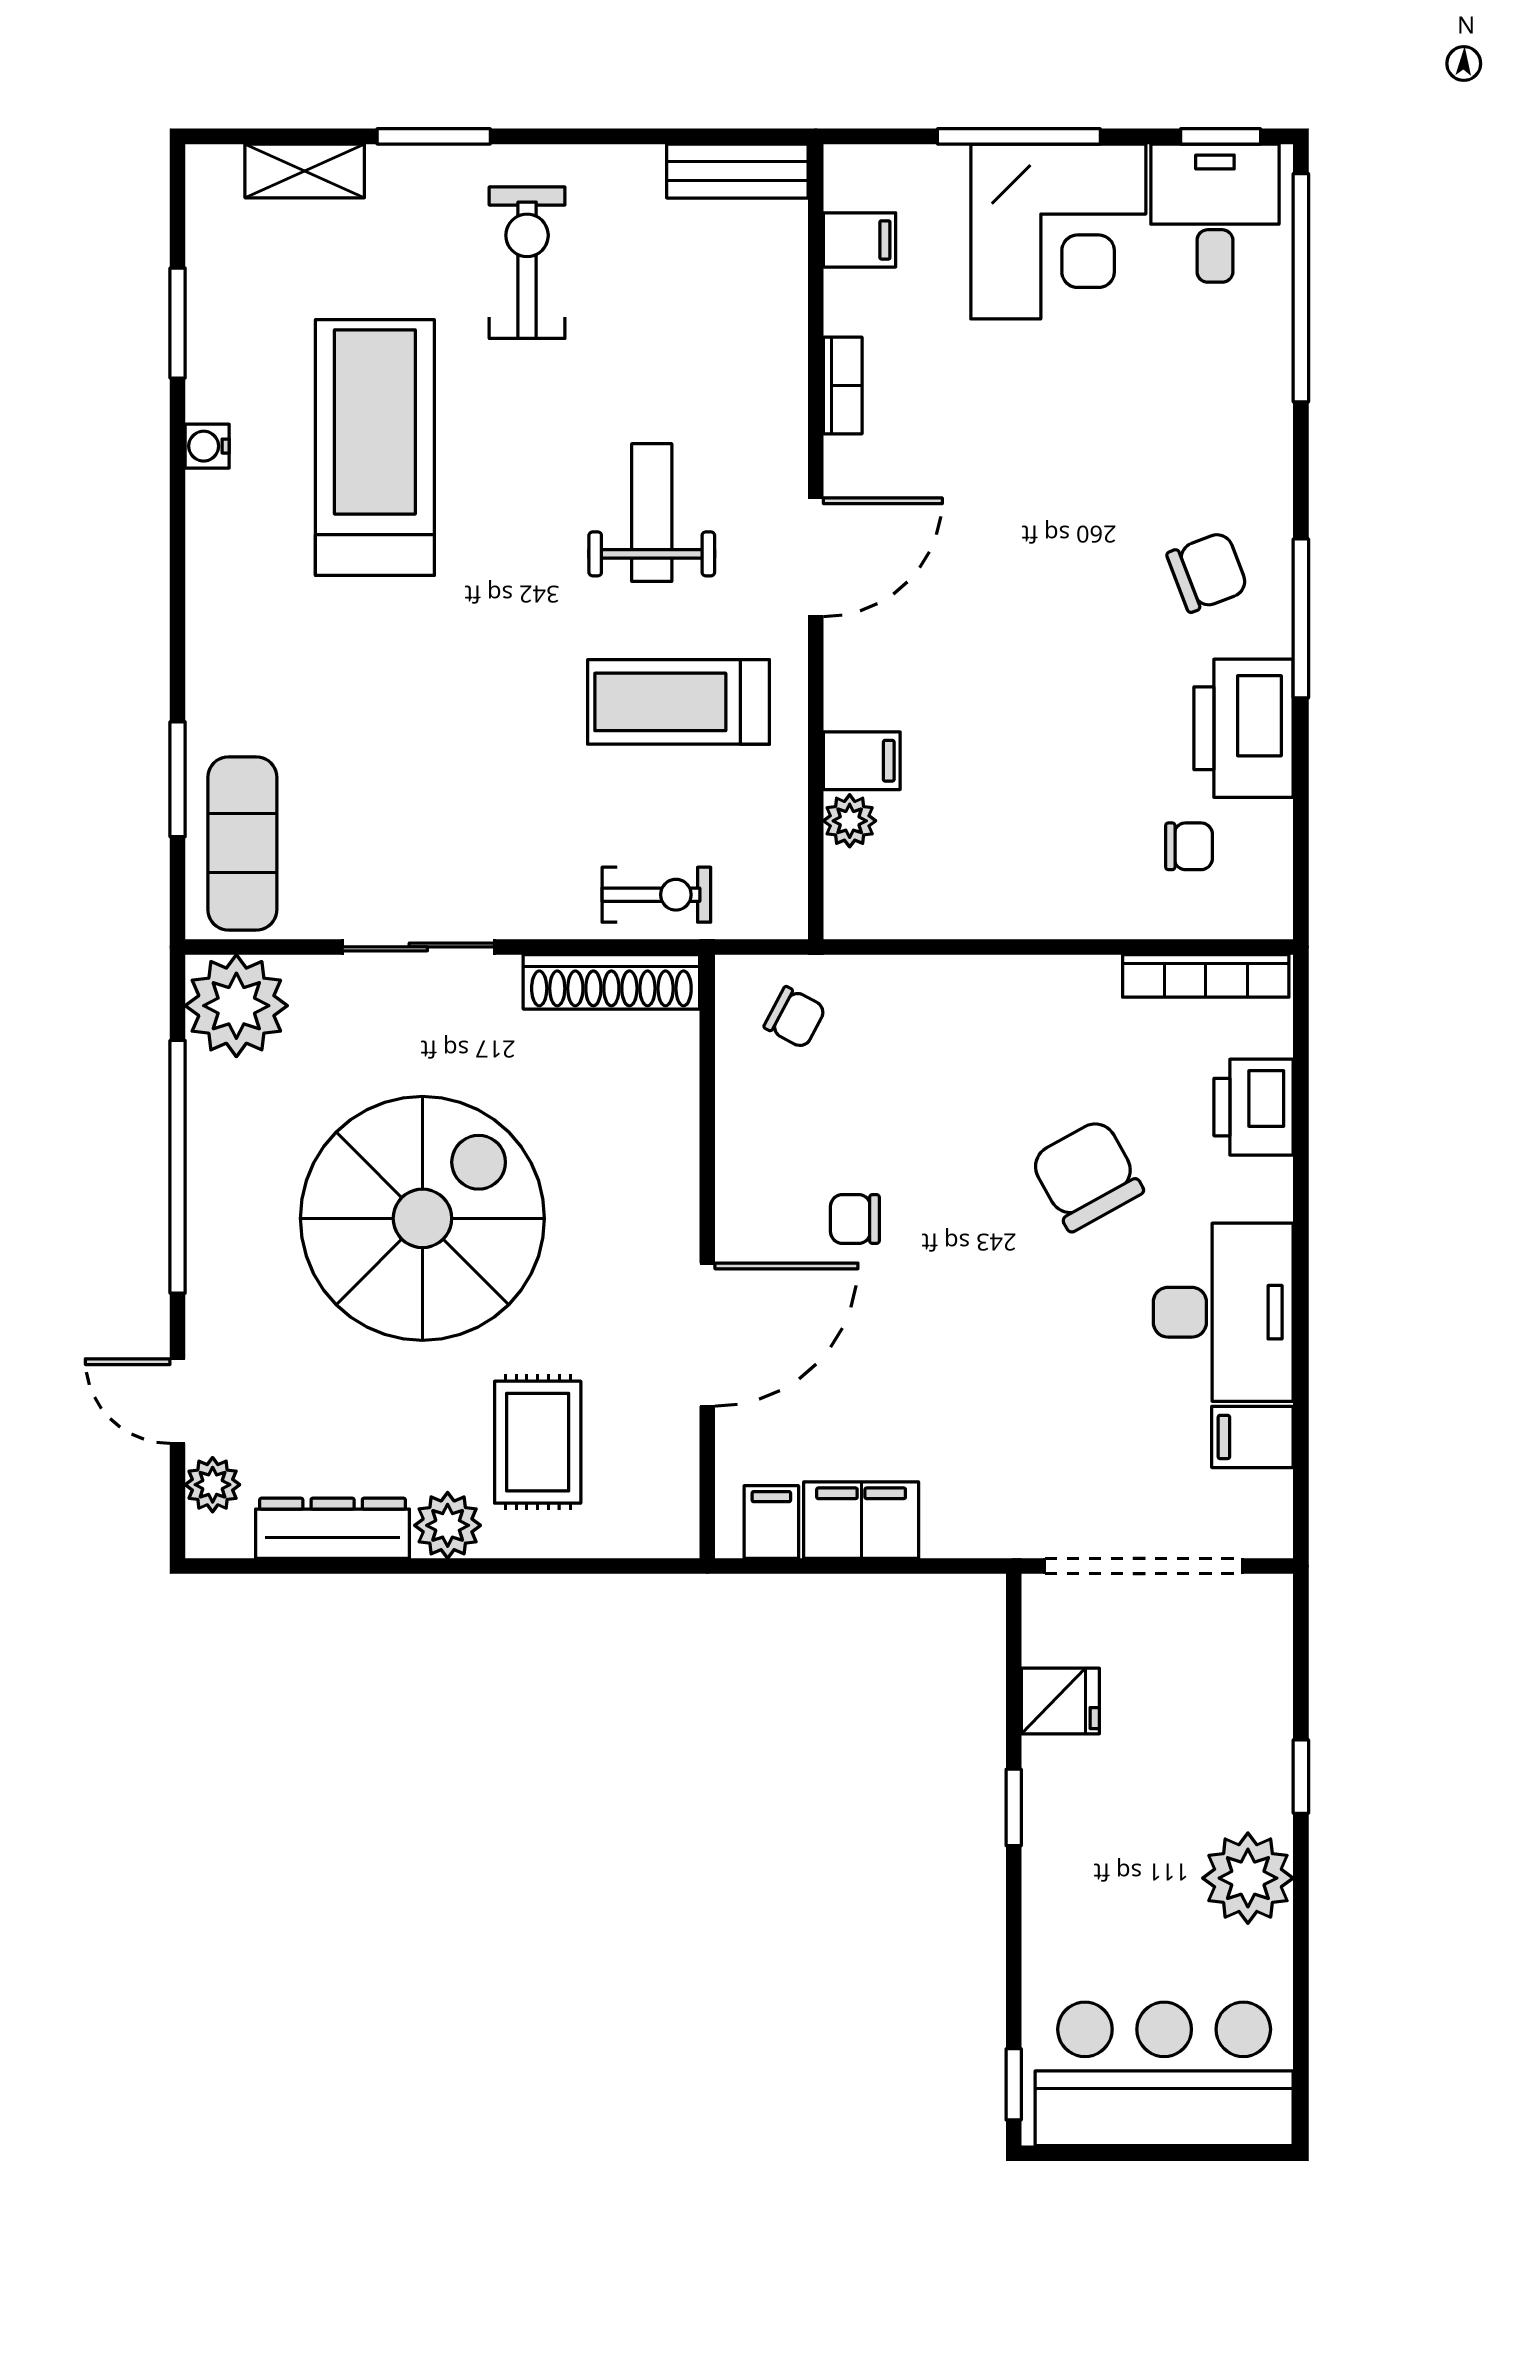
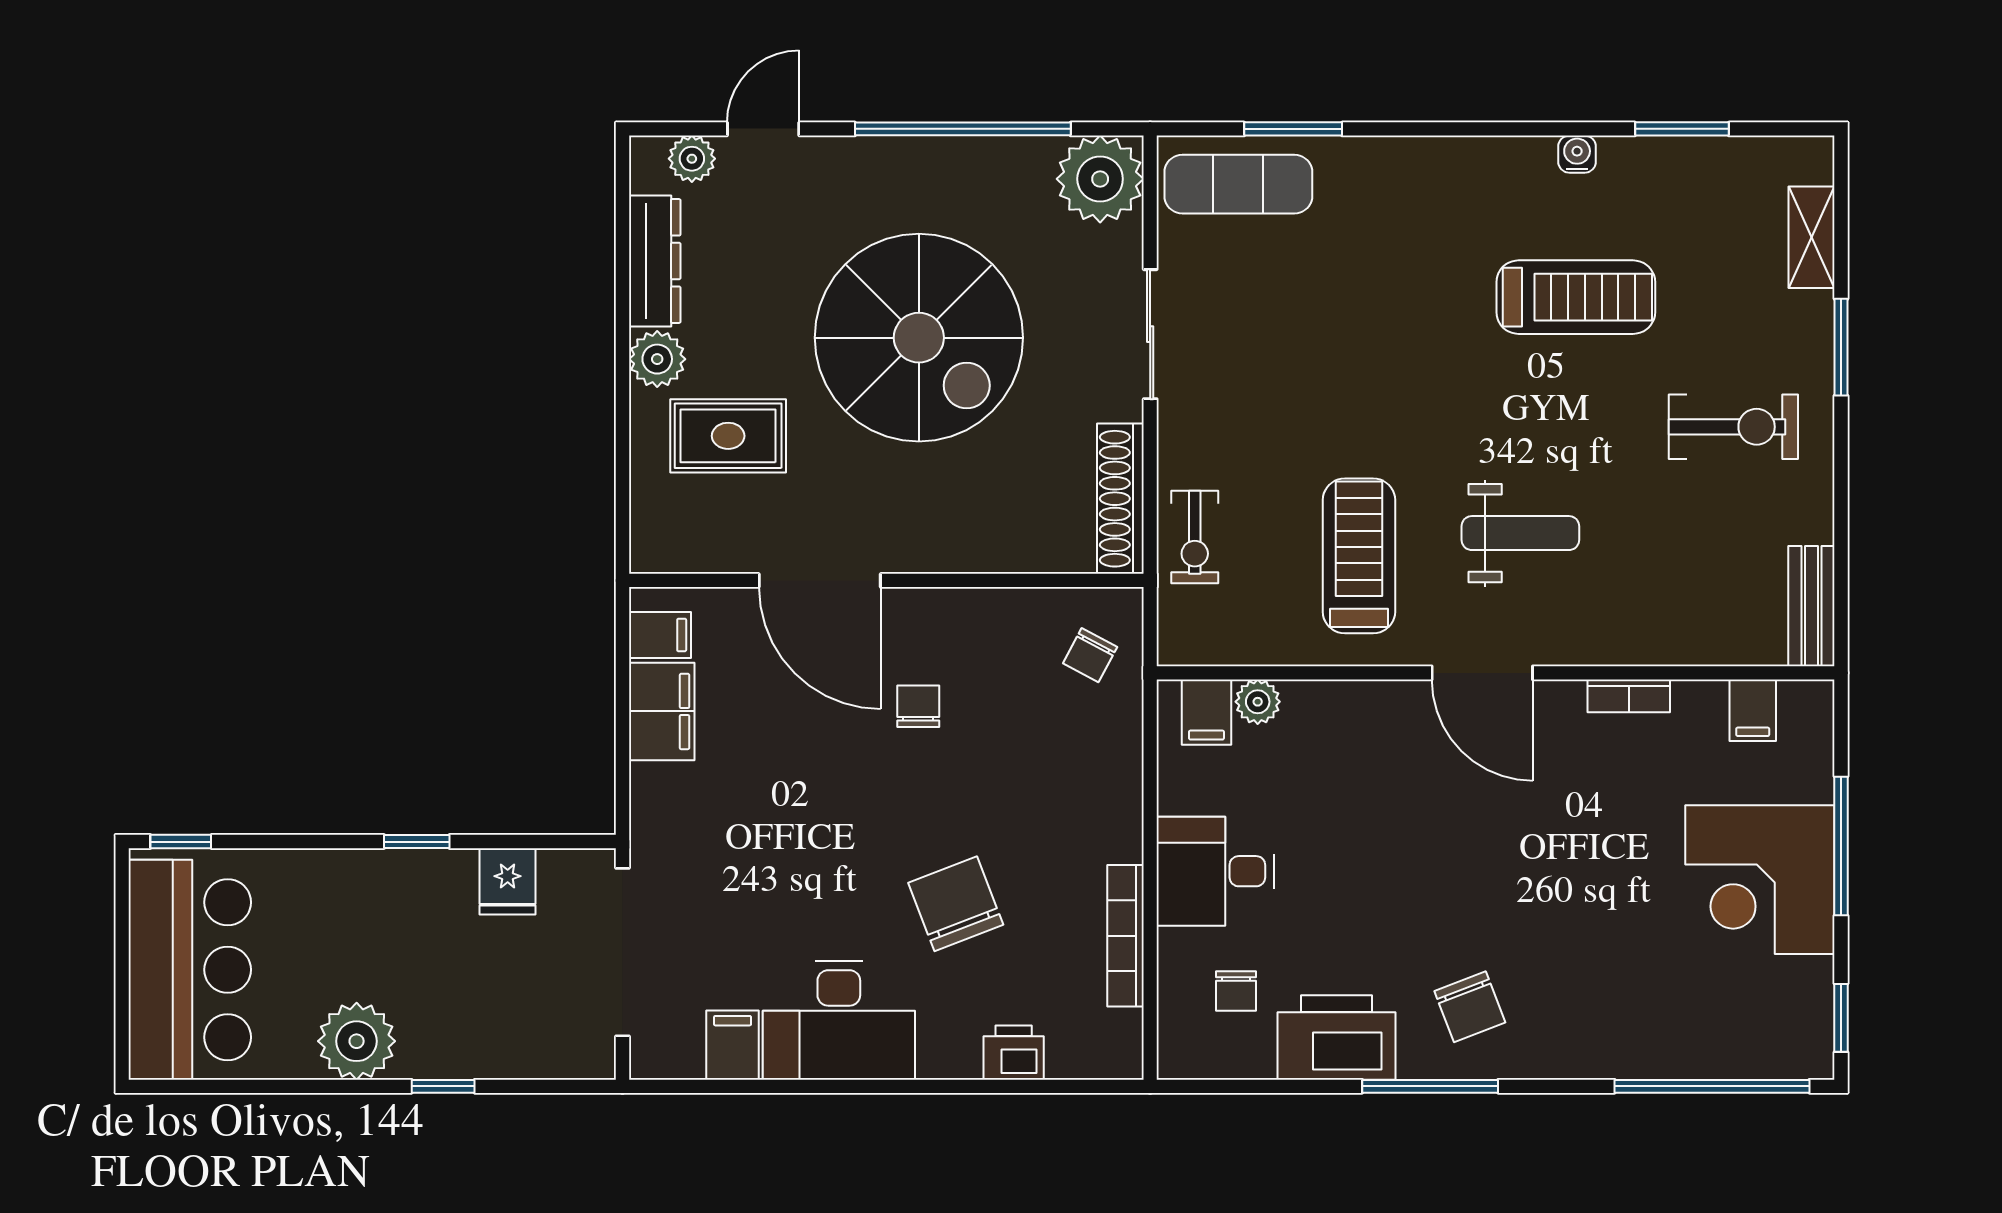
desk: (1215, 213) -> (1216, 871), moved, turned 180
treadmill: (375, 448) -> (1576, 297), width x0.73, depth x0.73
filing cabinet: (862, 761) -> (1206, 712), moved
bookcase: (1206, 976) -> (1125, 936), moved
printer: (1254, 1107) -> (1014, 1053), width x0.73, depth x0.81
chair: (1087, 1175) -> (956, 904), turned -82

